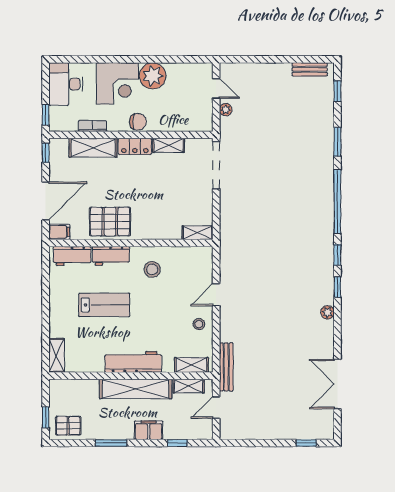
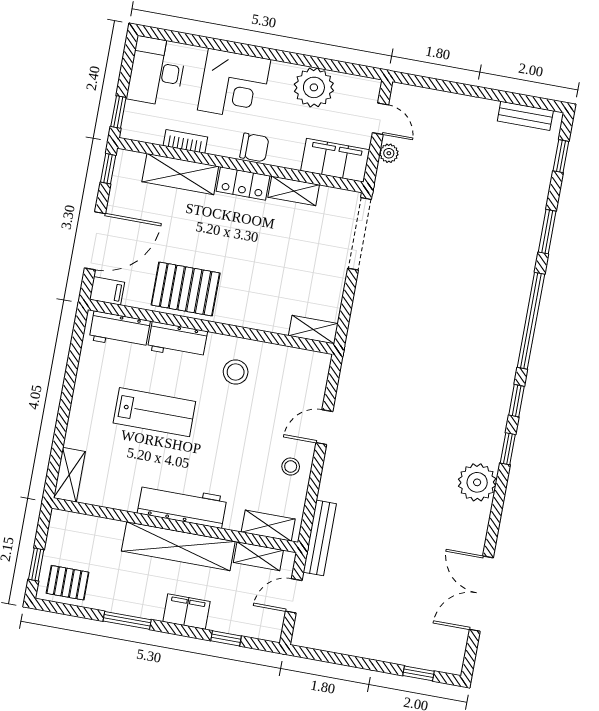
plant: (153, 76) -> (314, 87), moved
filing cabinet: (192, 121) -> (335, 160), added
plant: (327, 312) -> (477, 482), width x1.87, depth x1.87

